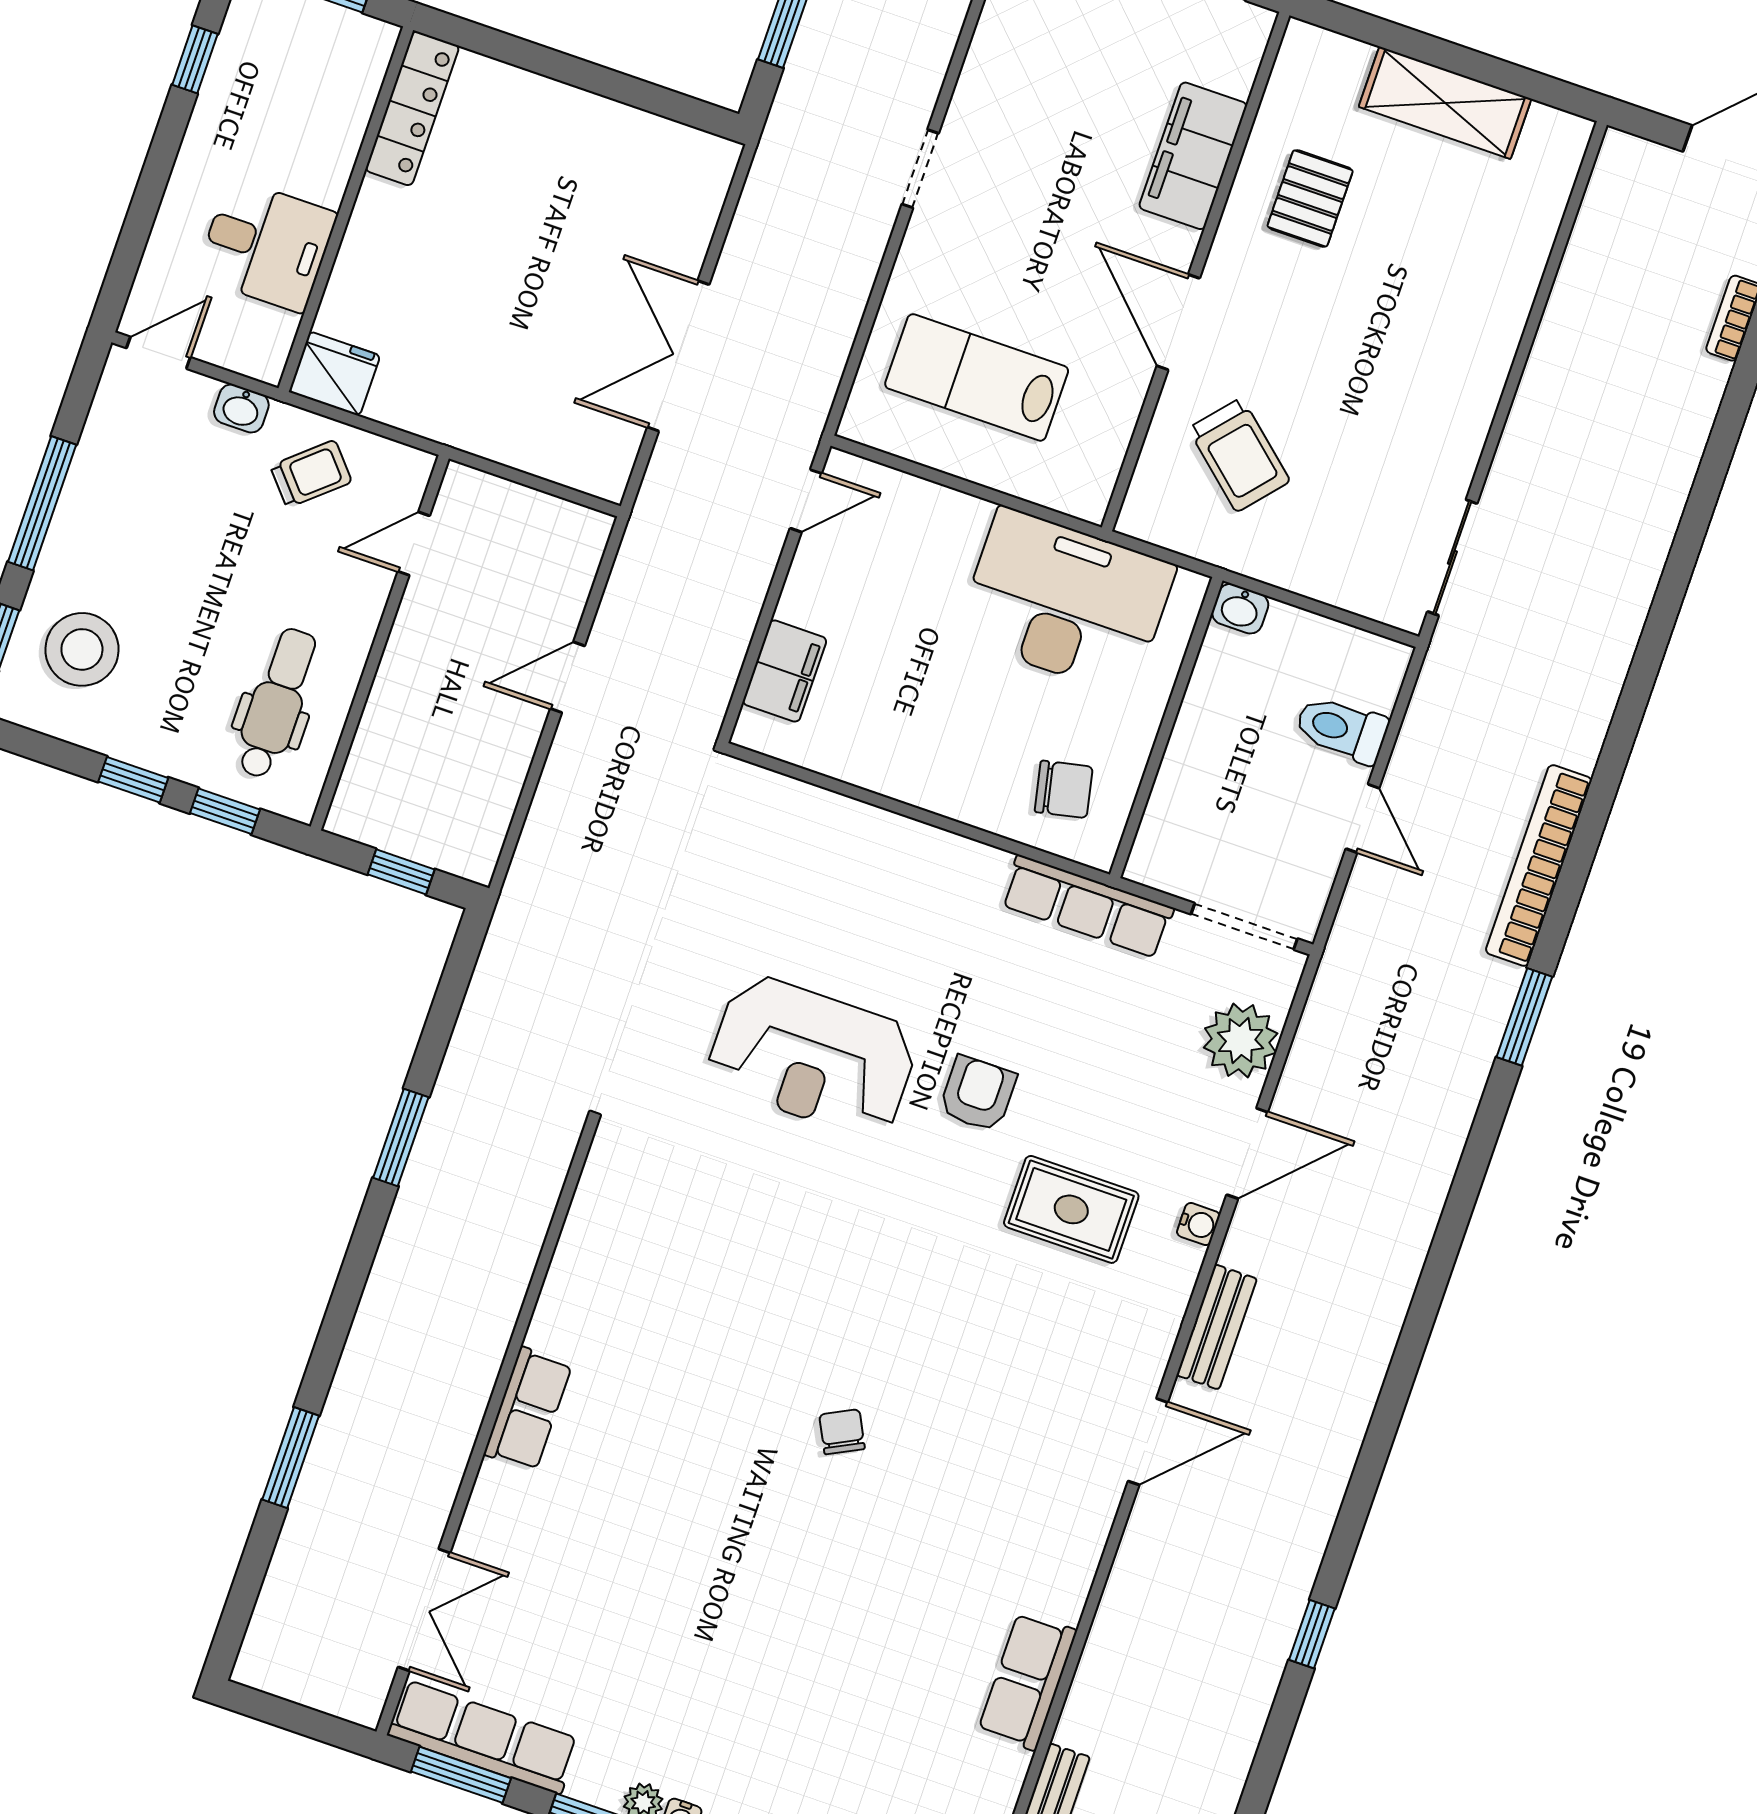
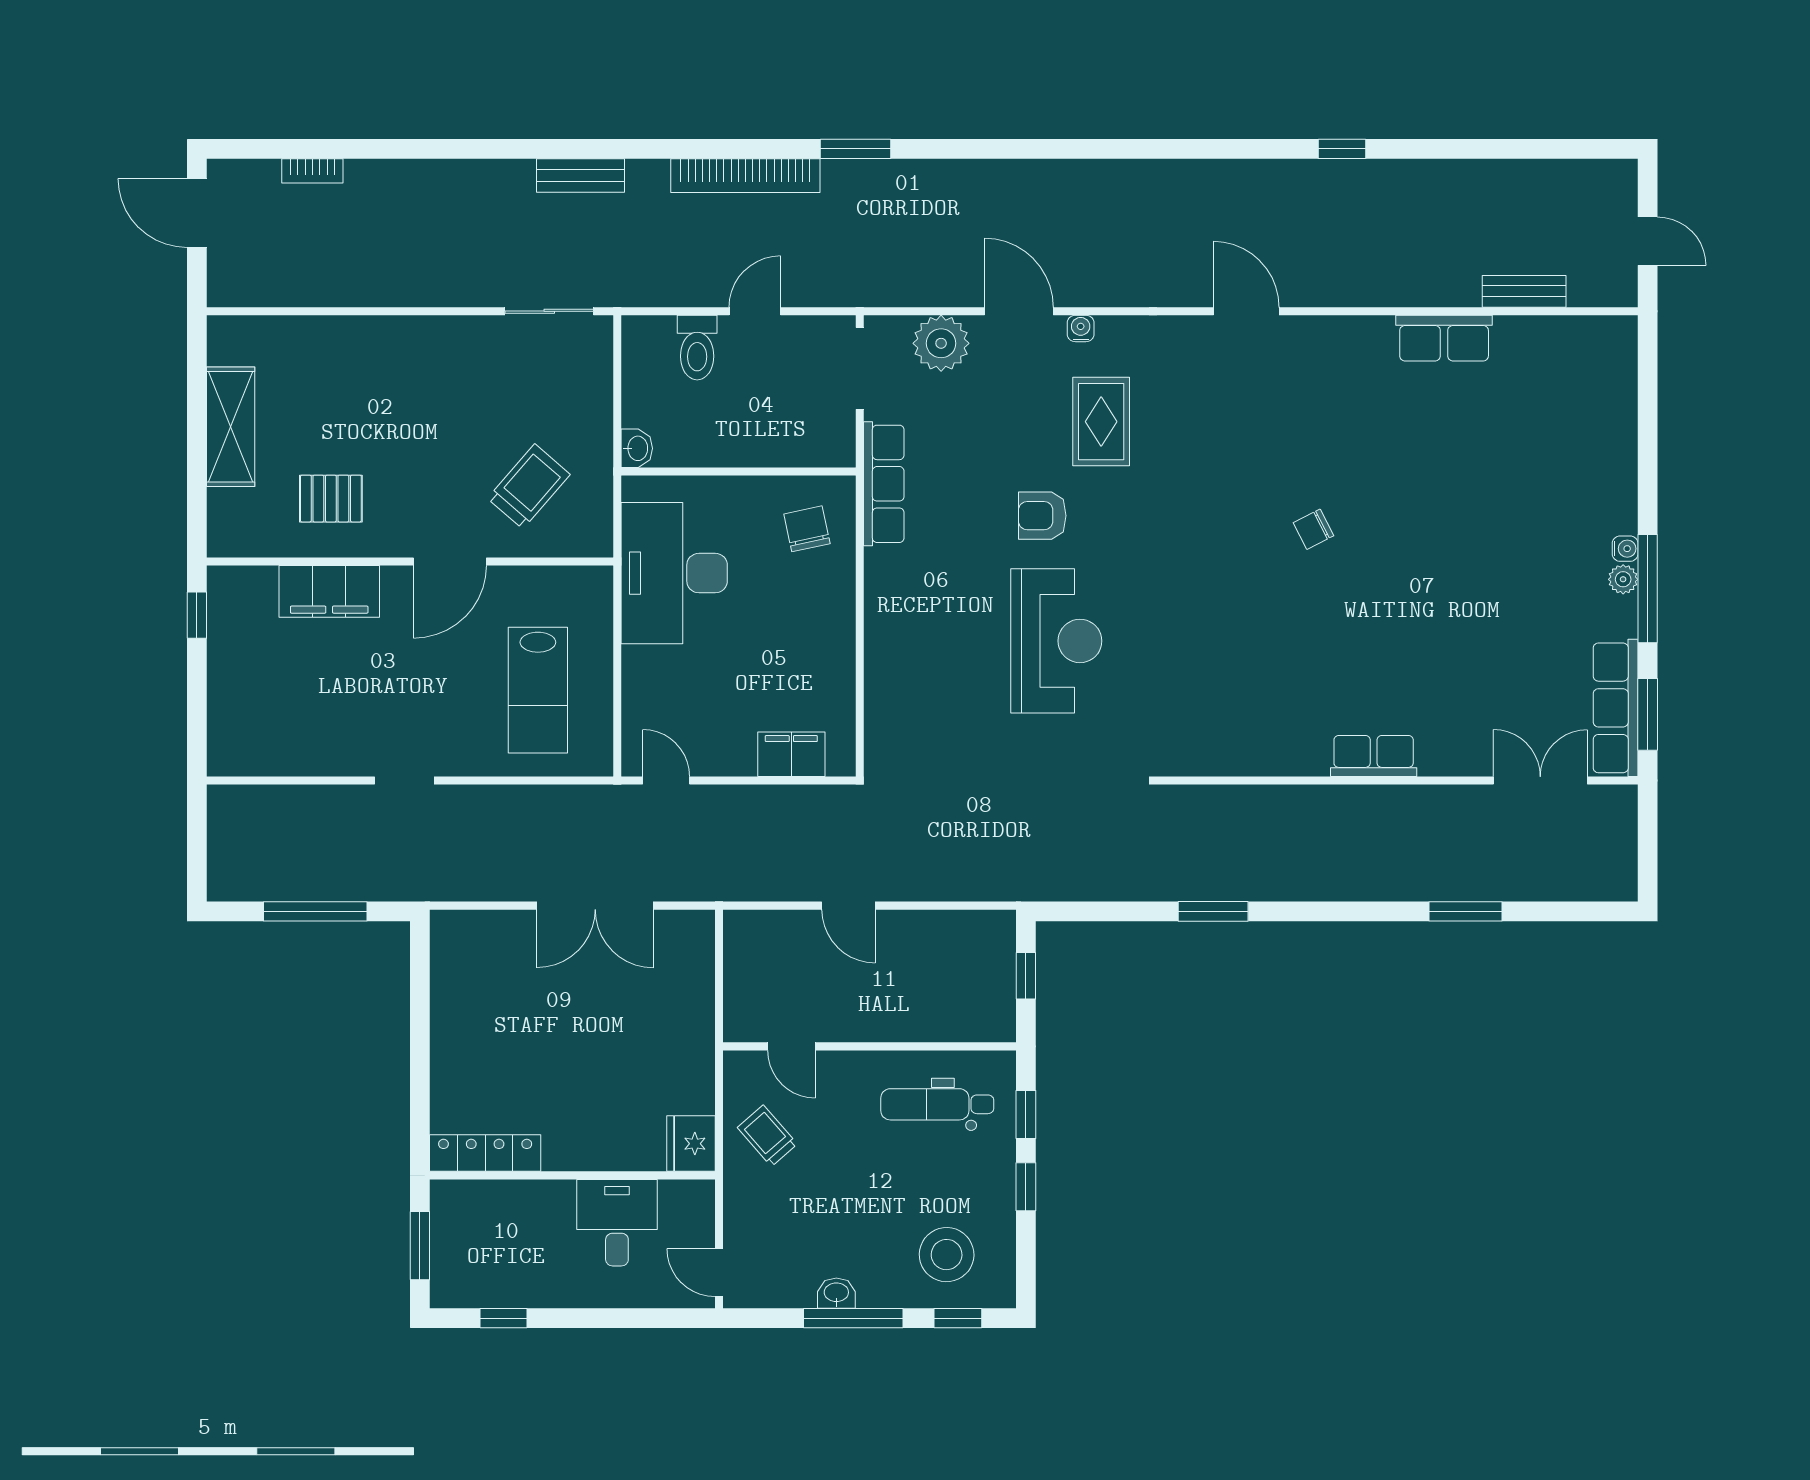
washbasin: (241, 408) -> (836, 1293), moved, turned -90
bench: (1217, 1327) -> (581, 176), moved

